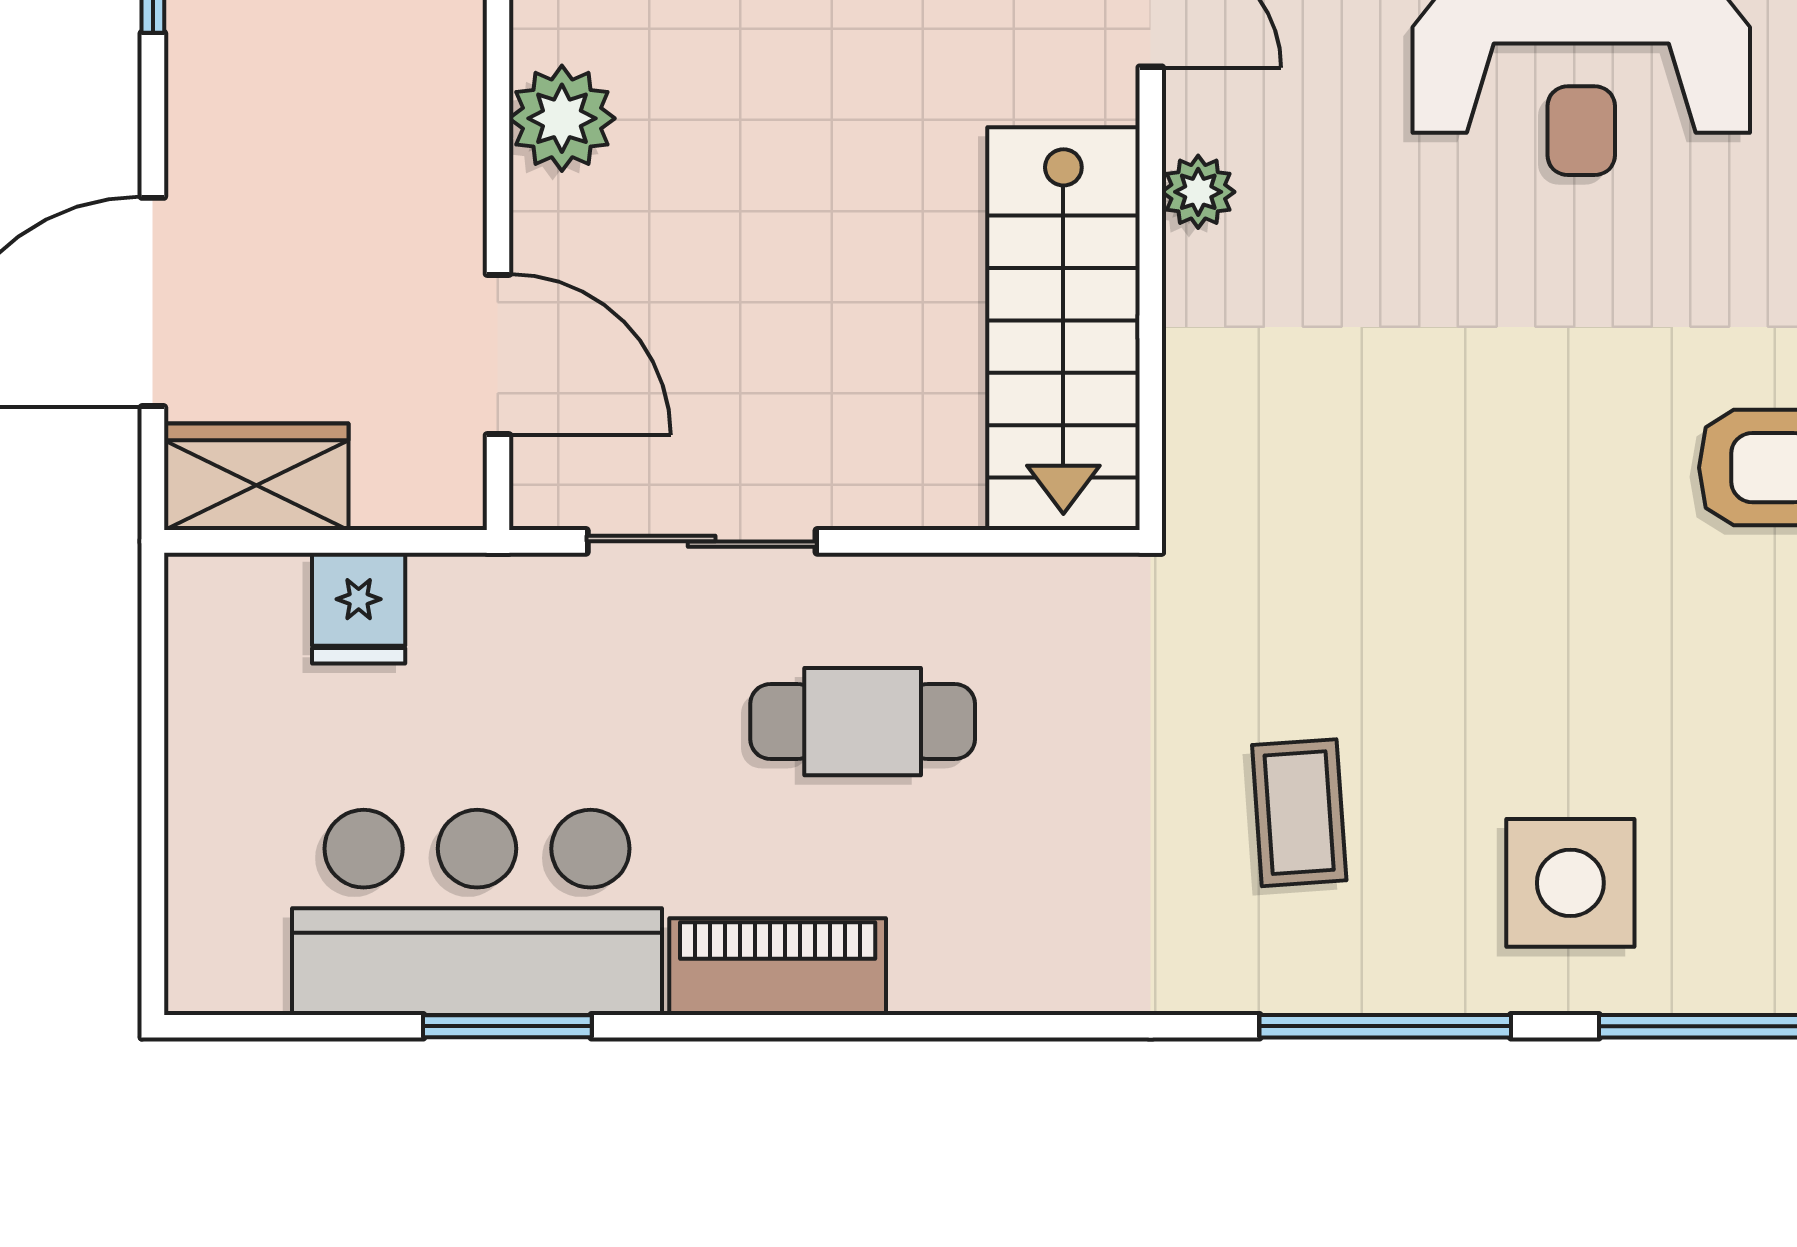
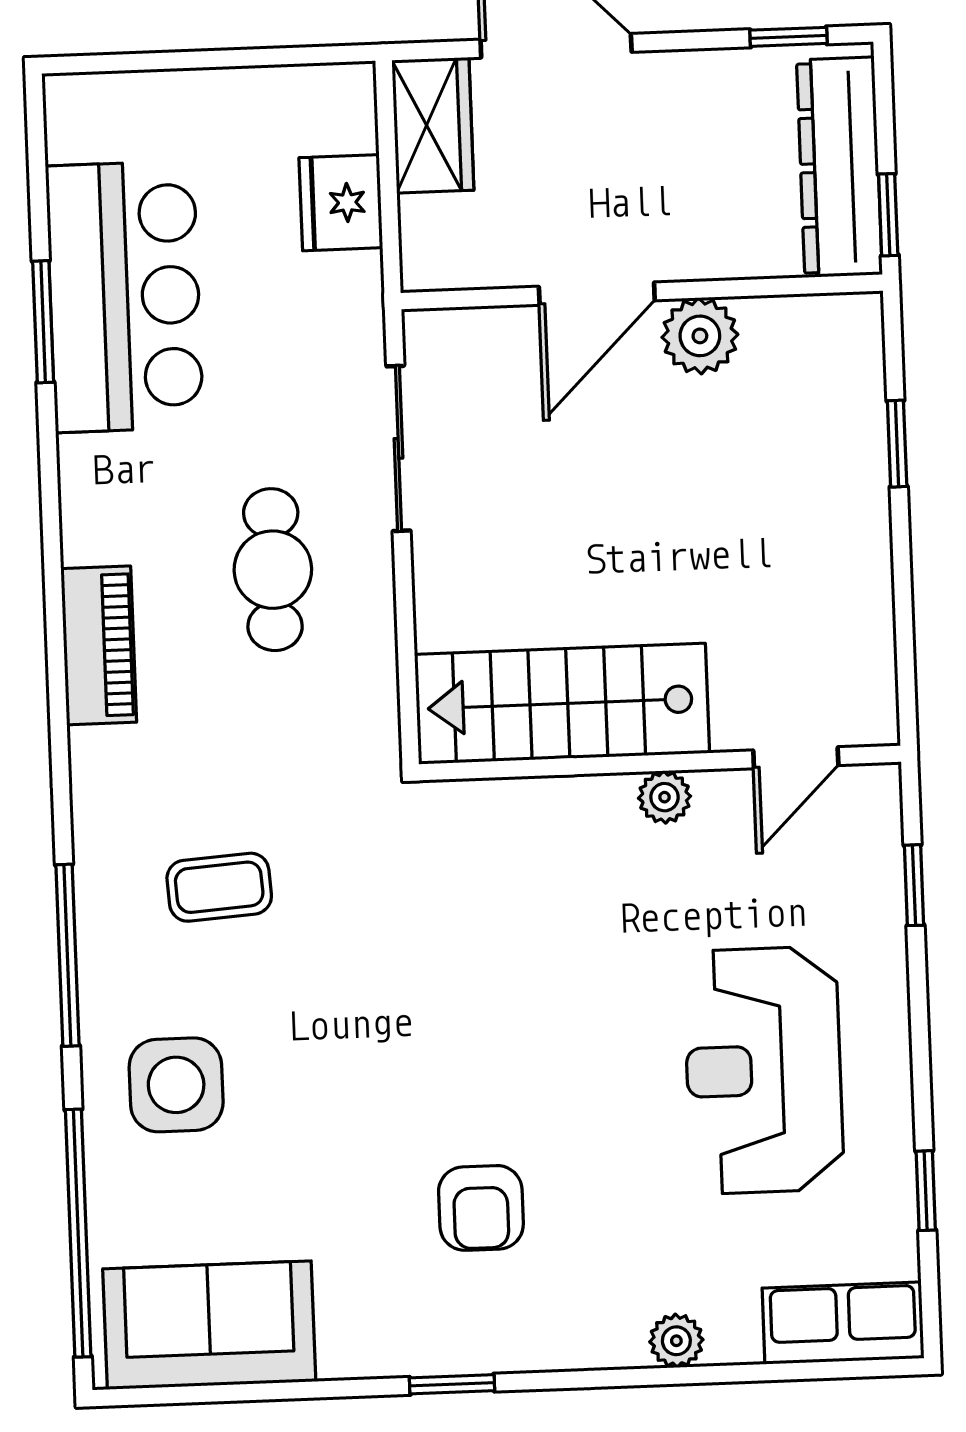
door: (498, 354) -> (597, 294), moved
fridge: (359, 608) -> (341, 203), width x1.38
piano: (778, 967) -> (99, 645), moved

